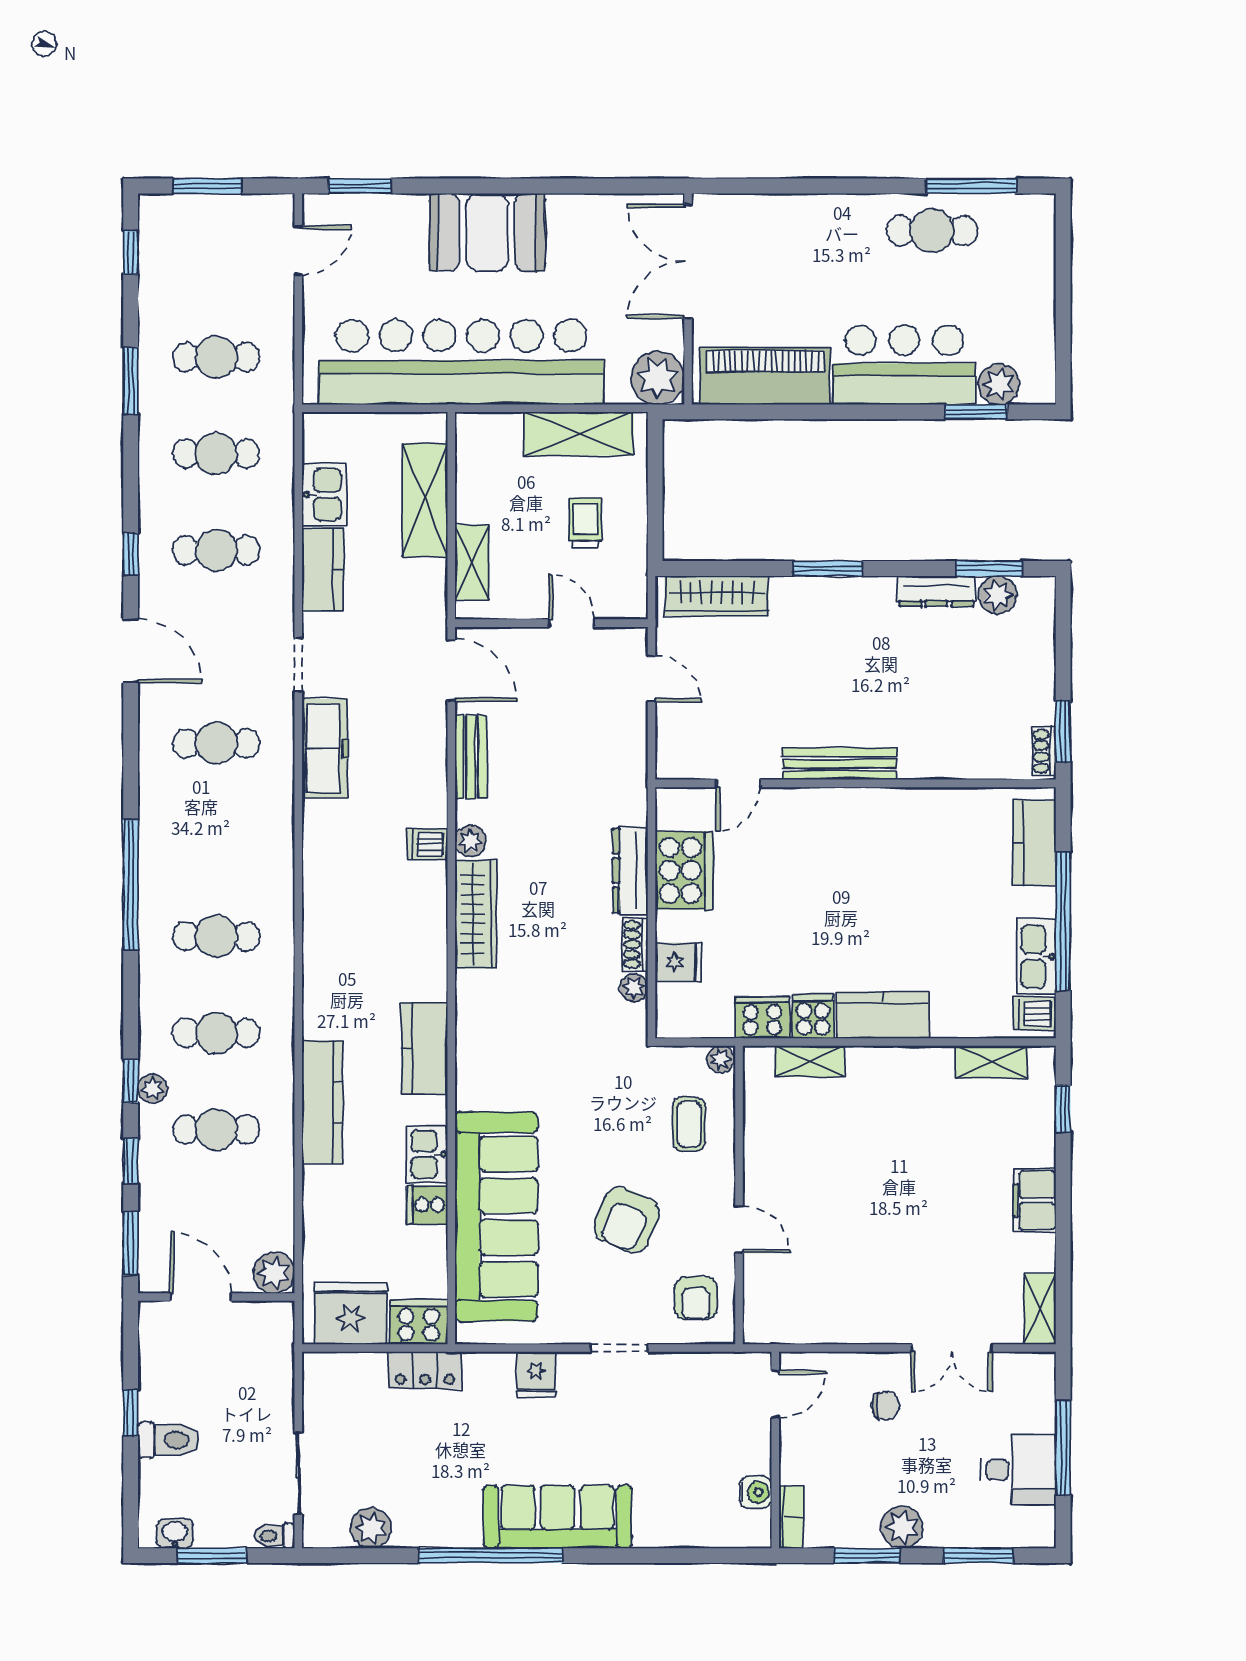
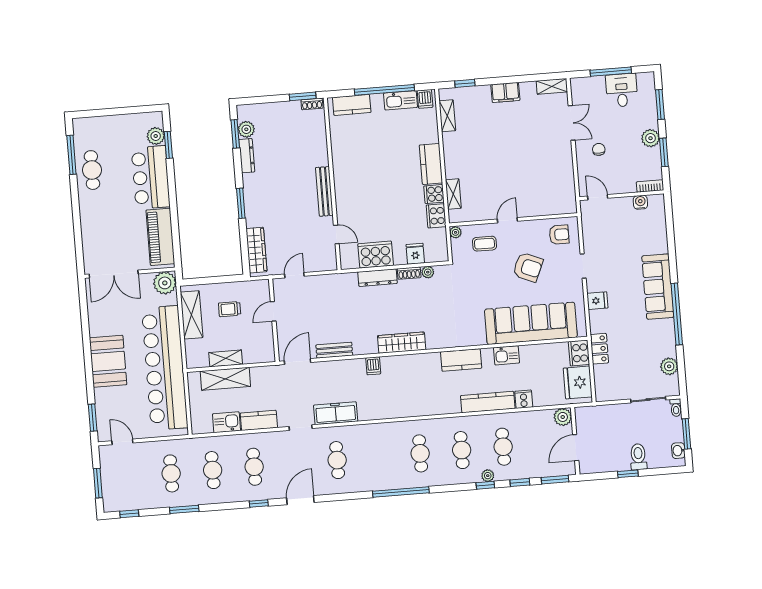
shelving: (472, 563) -> (226, 358), moved
plant: (470, 841) -> (370, 347), removed
cooker: (427, 1205) -> (524, 399), moved, turned 180
door: (739, 1230) -> (507, 220), moved

